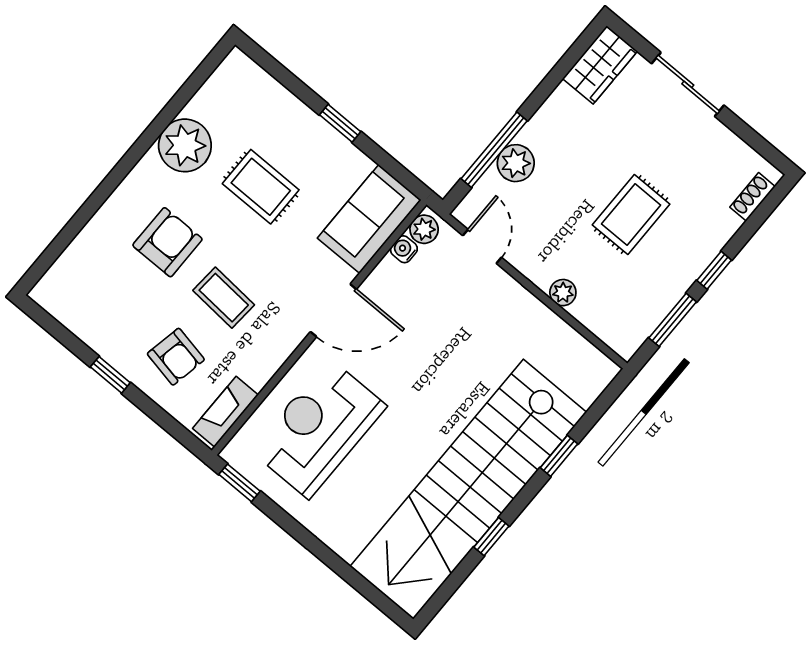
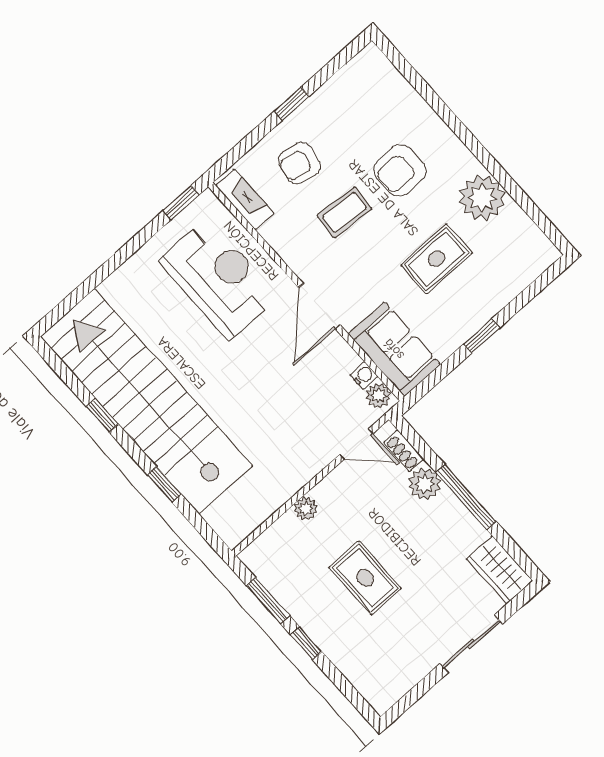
window: (494, 150) -> (466, 497), moved
shoe rack: (752, 197) -> (404, 451), moved, turned 180
armchair: (167, 242) -> (400, 170), turned 90

